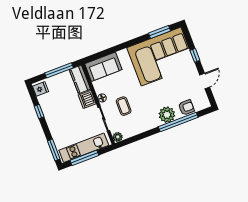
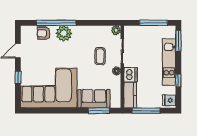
window: (160, 32) -> (99, 111), moved
sofa: (103, 67) -> (94, 99), moved
kitchen unit: (84, 148) -> (169, 62), moved, turned 90

